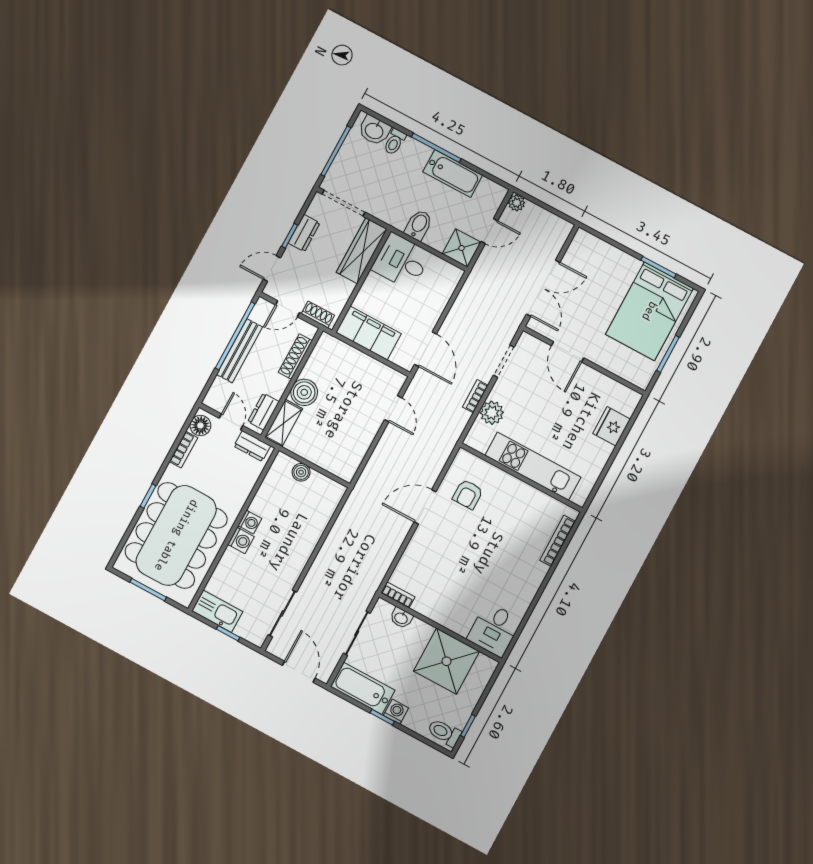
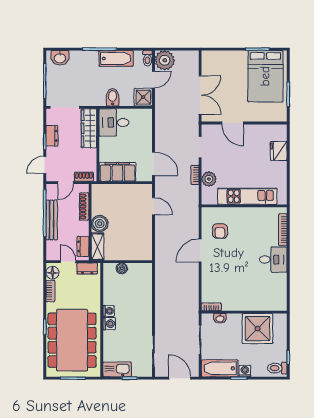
toilet: (395, 142) -> (147, 58), moved
plant: (517, 203) -> (165, 60), width x1.88, depth x1.88
desk: (494, 629) -> (273, 260), moved, turned -90

